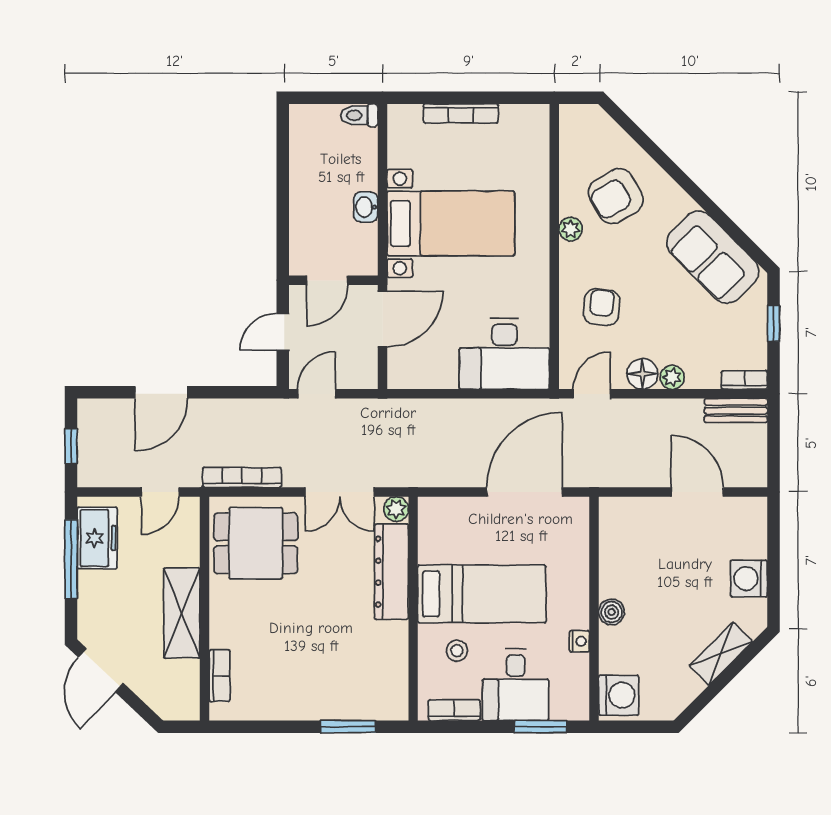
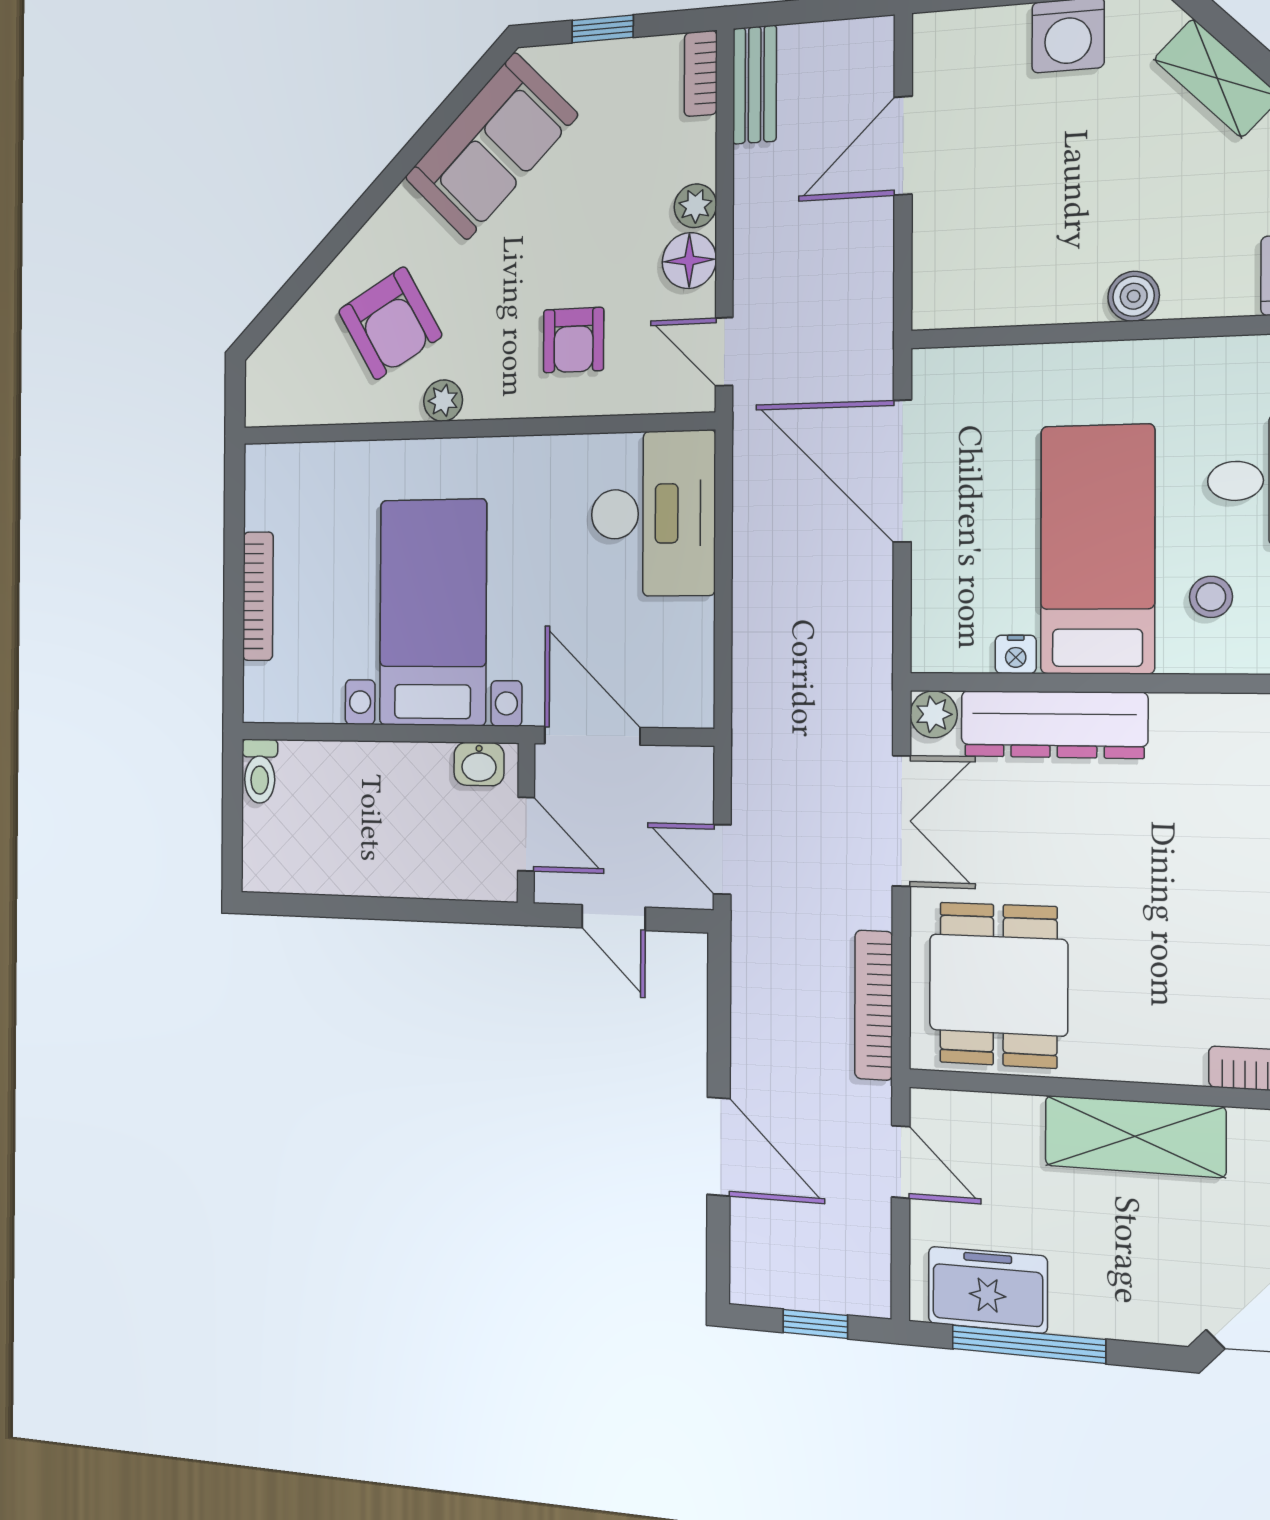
washbasin: (366, 207) -> (479, 764), moved
armchair: (602, 307) -> (574, 340), turned -96
nightstand: (579, 641) -> (1016, 654), moved, turned 180

